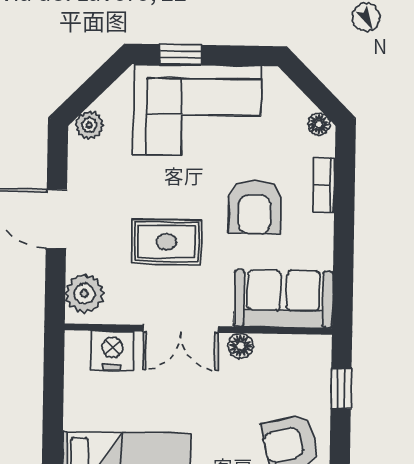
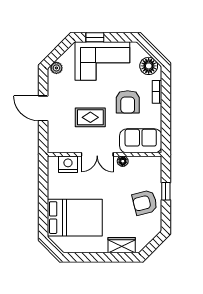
floor lamp: (319, 124) -> (149, 66), width x1.89, depth x1.89
plant: (84, 293) -> (56, 140), removed
window: (341, 388) -> (166, 191), moved

